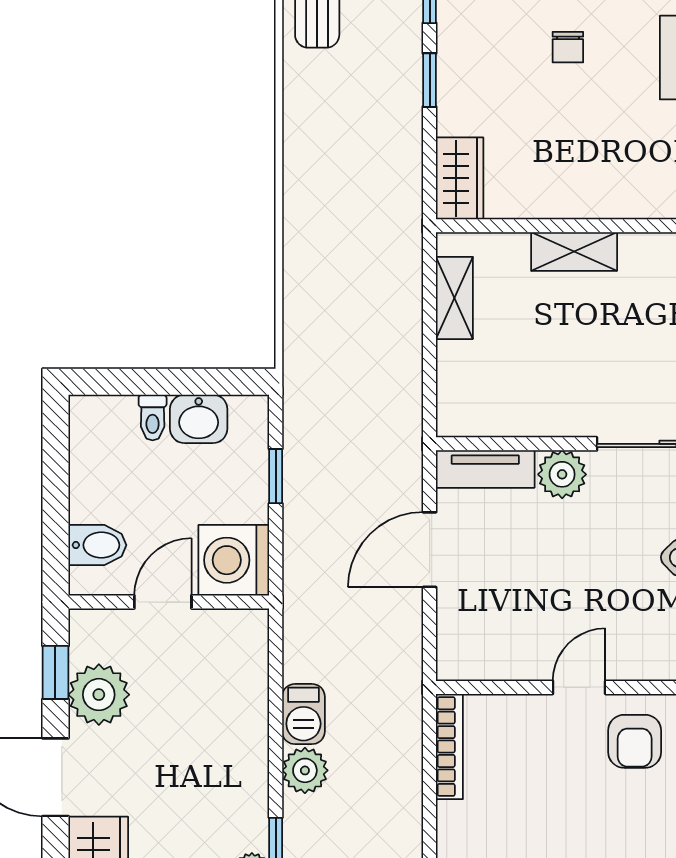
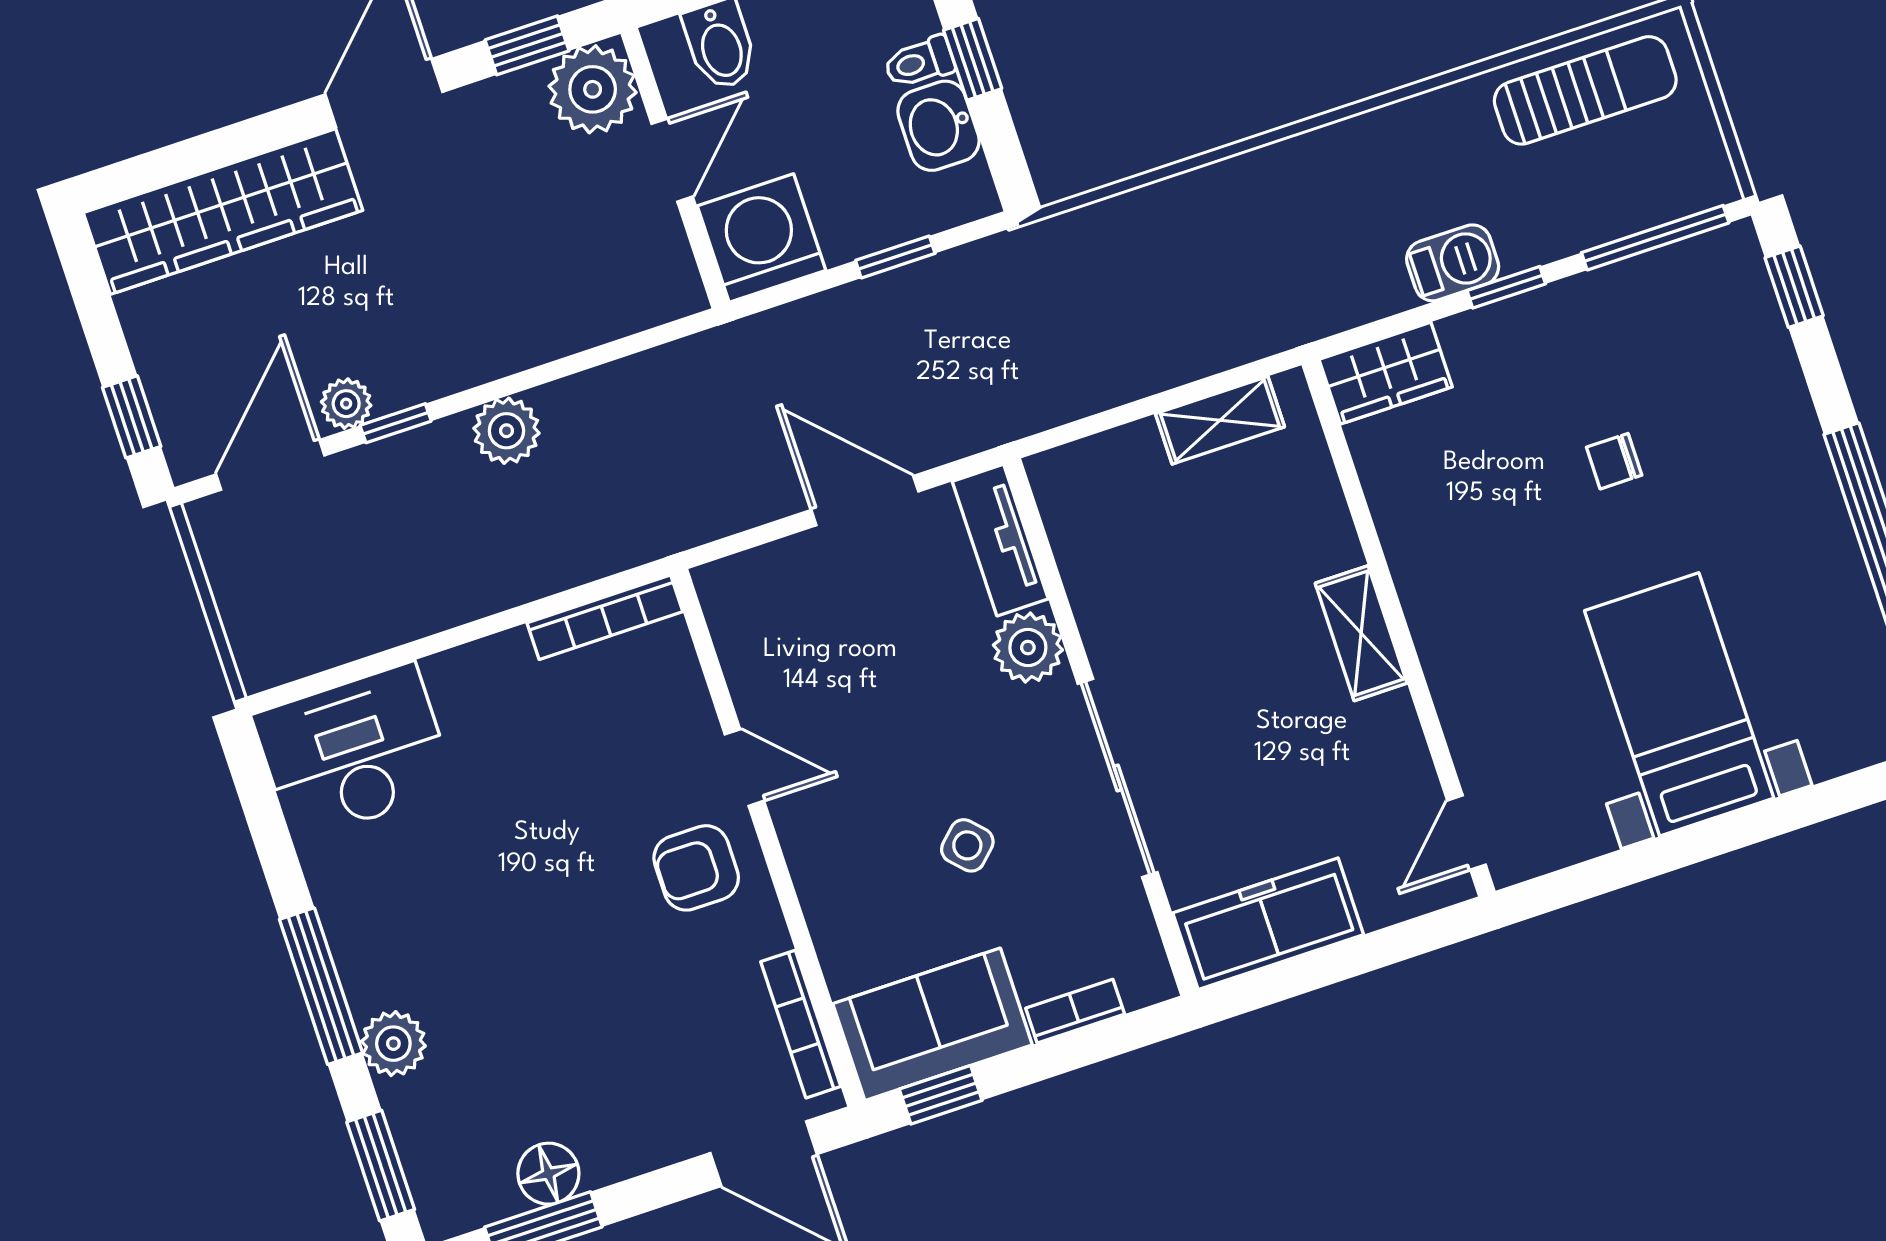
shelving: (574, 252) -> (1361, 633), moved
window: (162, 382) -> (973, 59), added
door: (163, 602) -> (672, 160), hinge flipped
plant: (99, 695) -> (593, 89), moved
barbecue: (303, 714) -> (1453, 263), moved, turned 180

